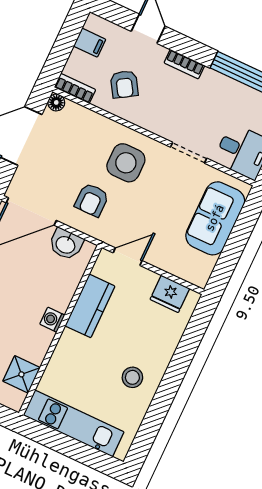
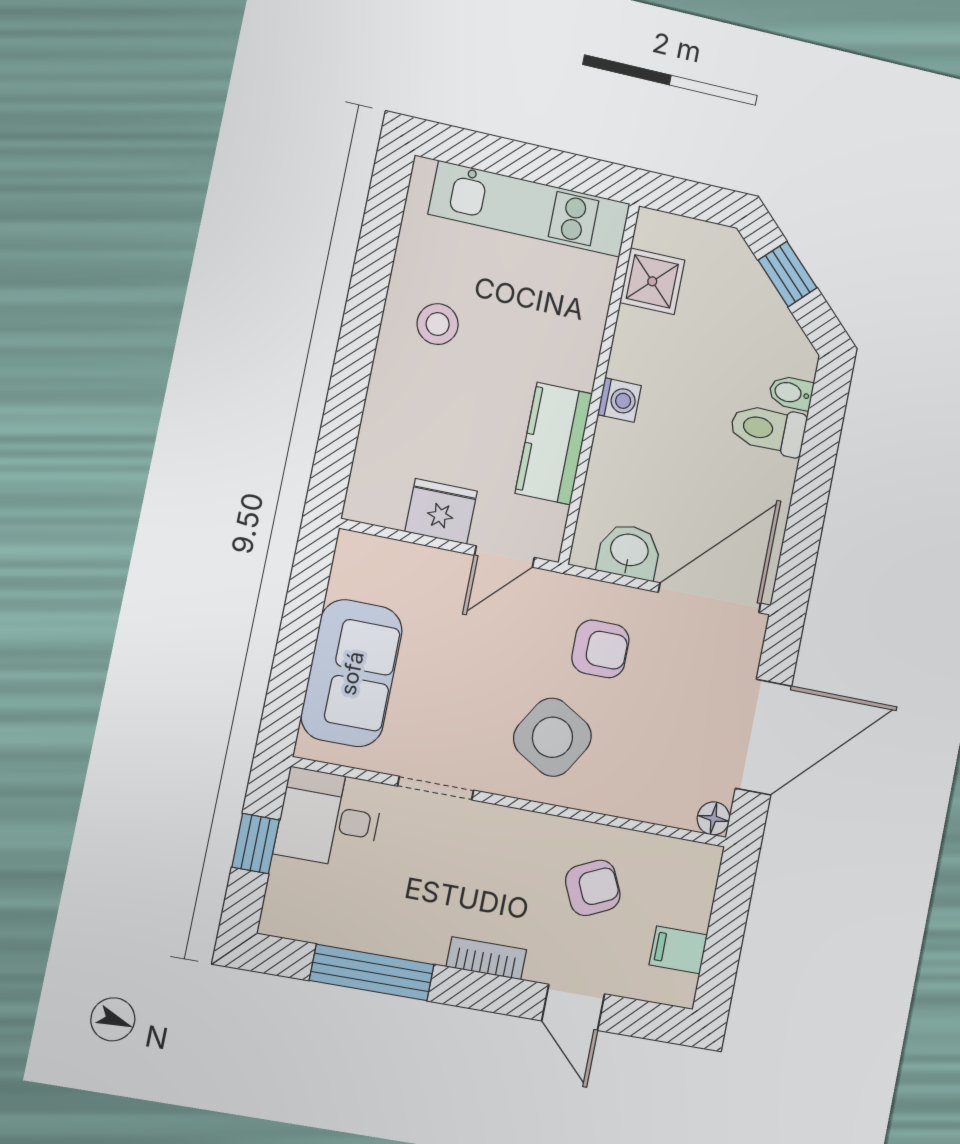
armchair: (124, 84) -> (593, 888), turned 97
bookcase: (75, 88) -> (685, 855), removed
side table: (126, 163) -> (552, 737), turned 31
armchair: (92, 200) -> (600, 649), turned 90
fridge: (170, 294) -> (441, 511), moved

